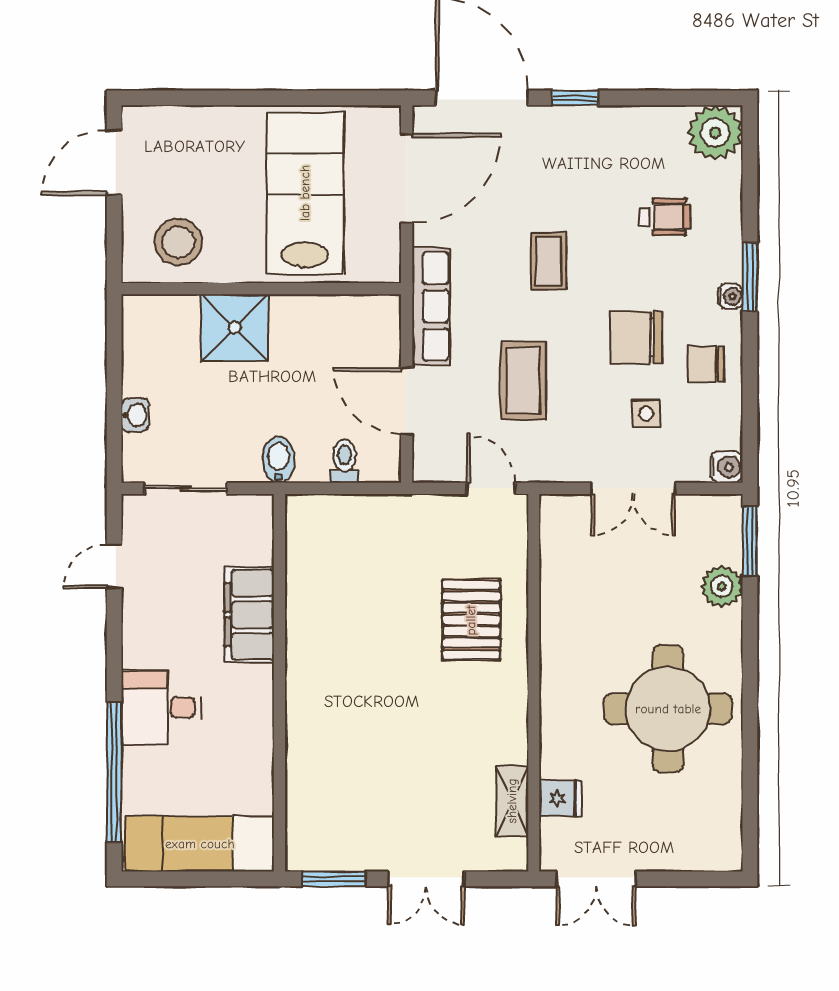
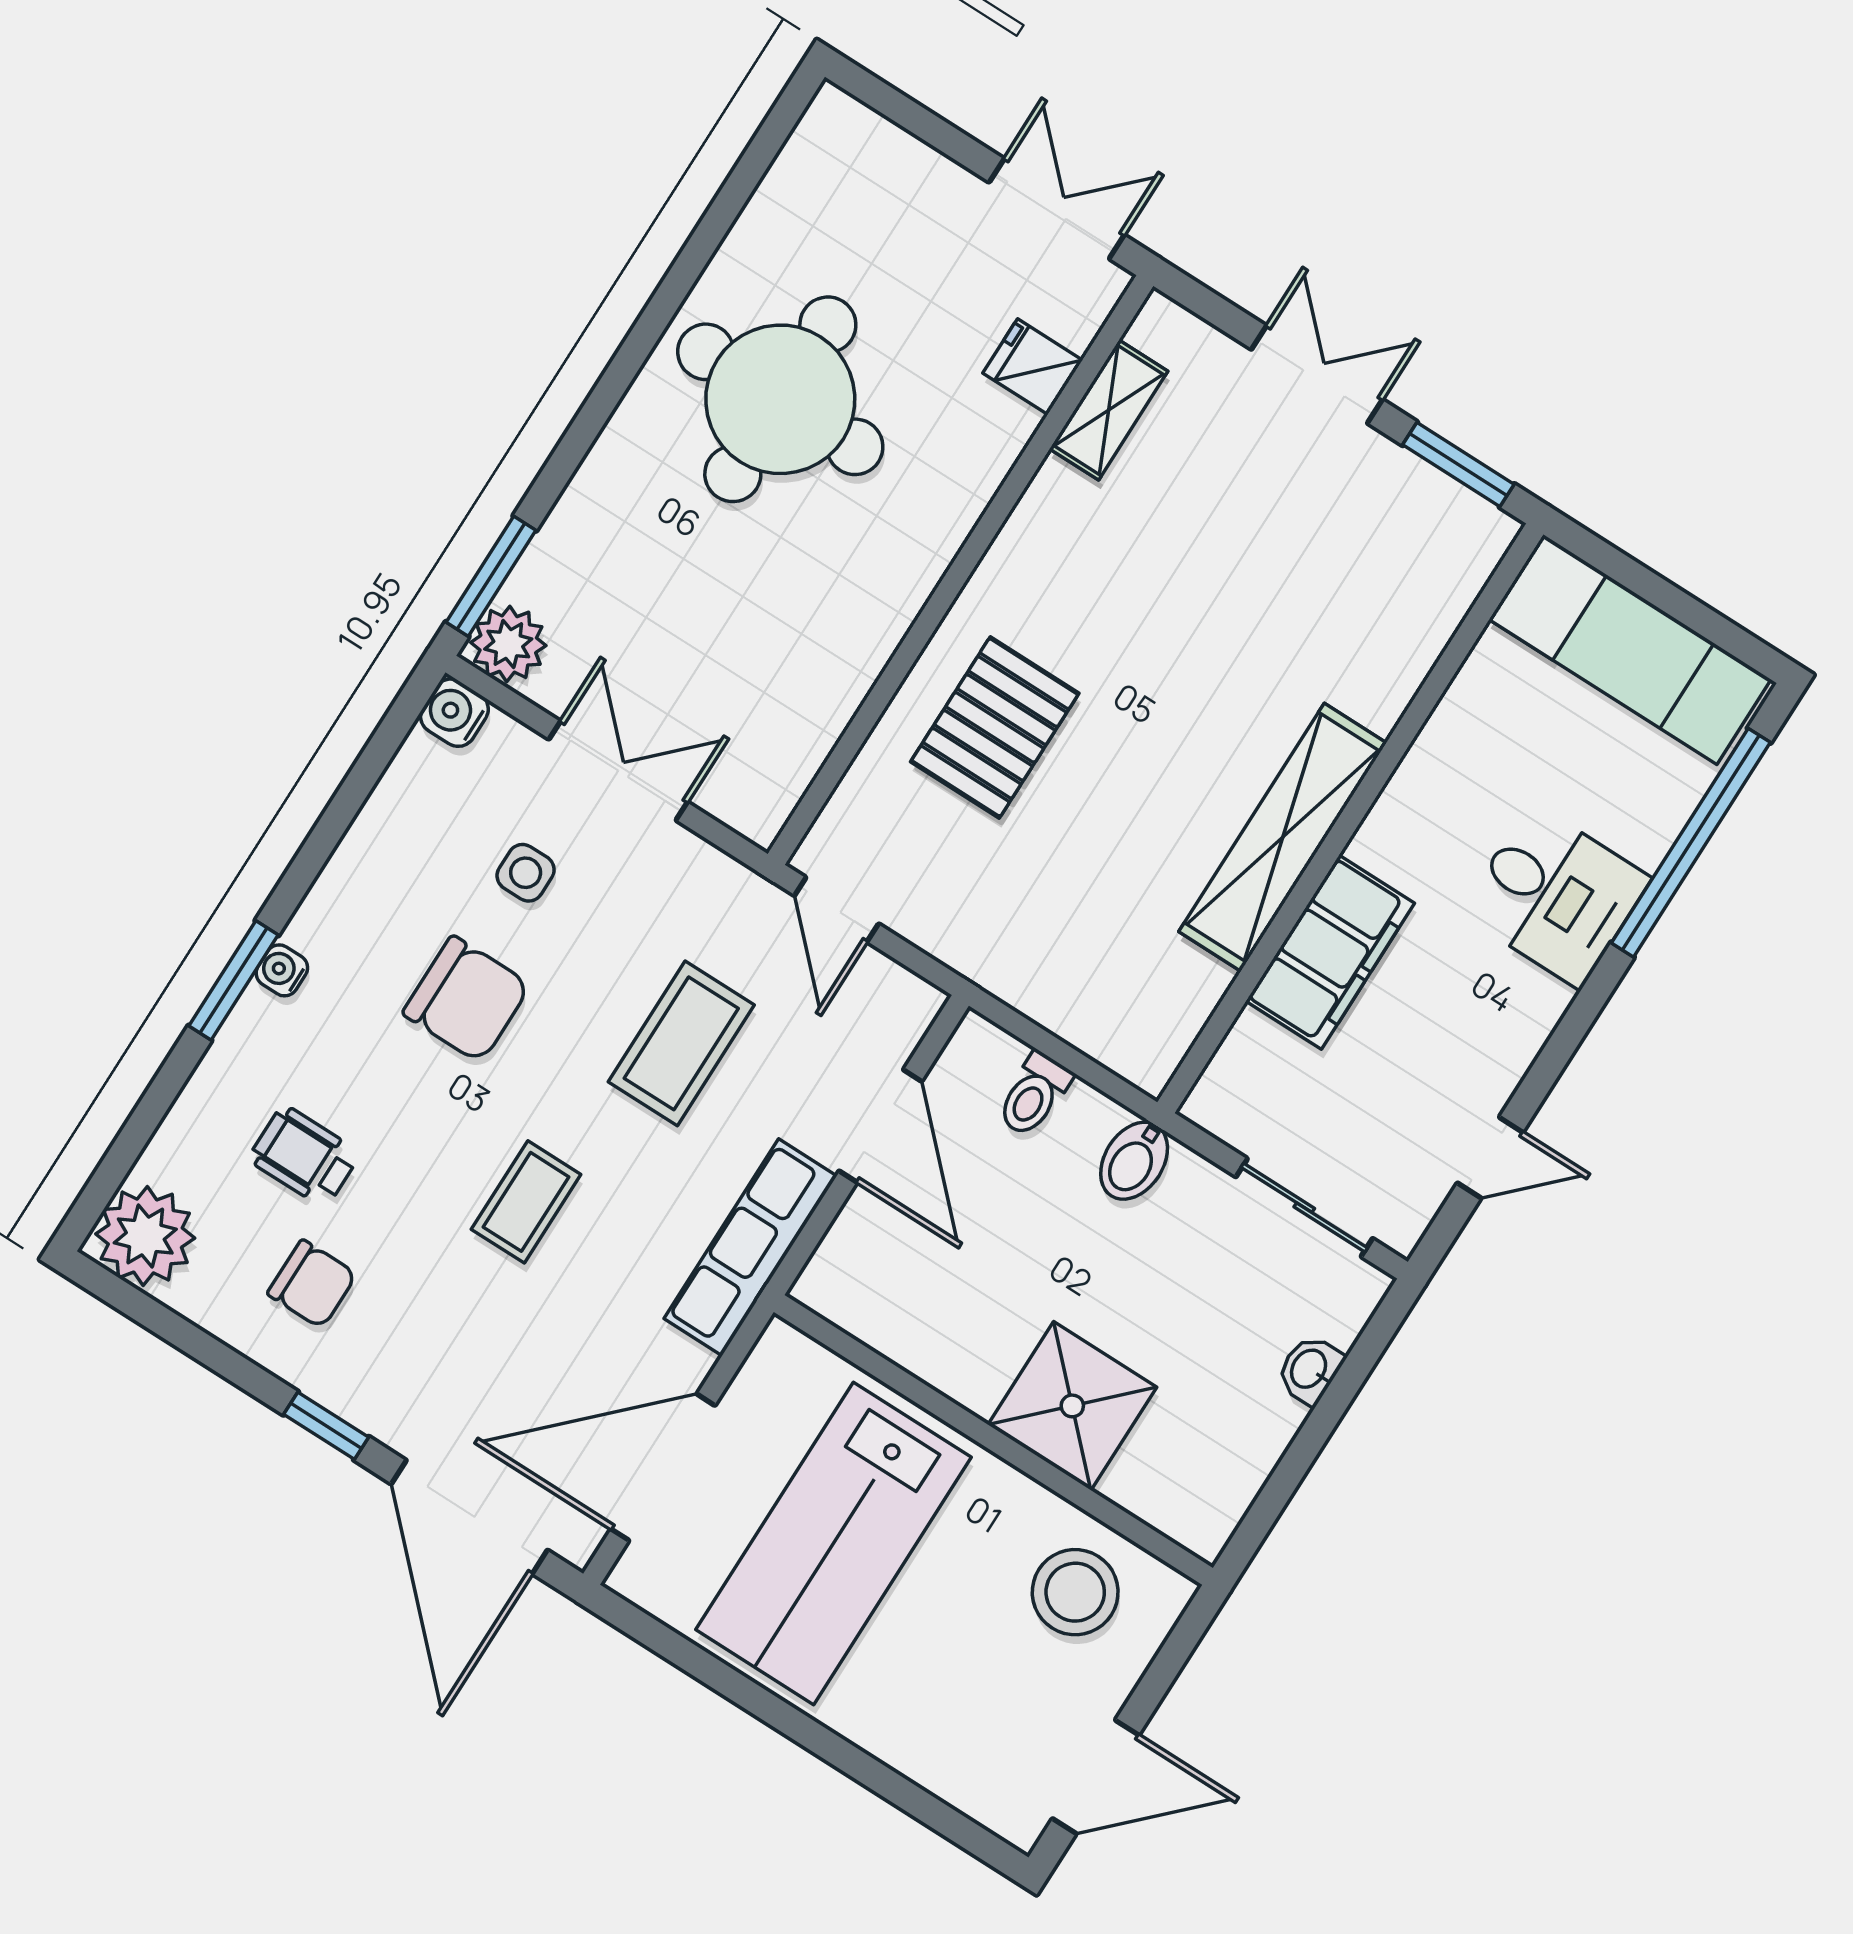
chair: (706, 364) -> (312, 1284), moved
plant: (722, 586) -> (508, 644), moved
shelving: (305, 654) -> (1283, 837), added

